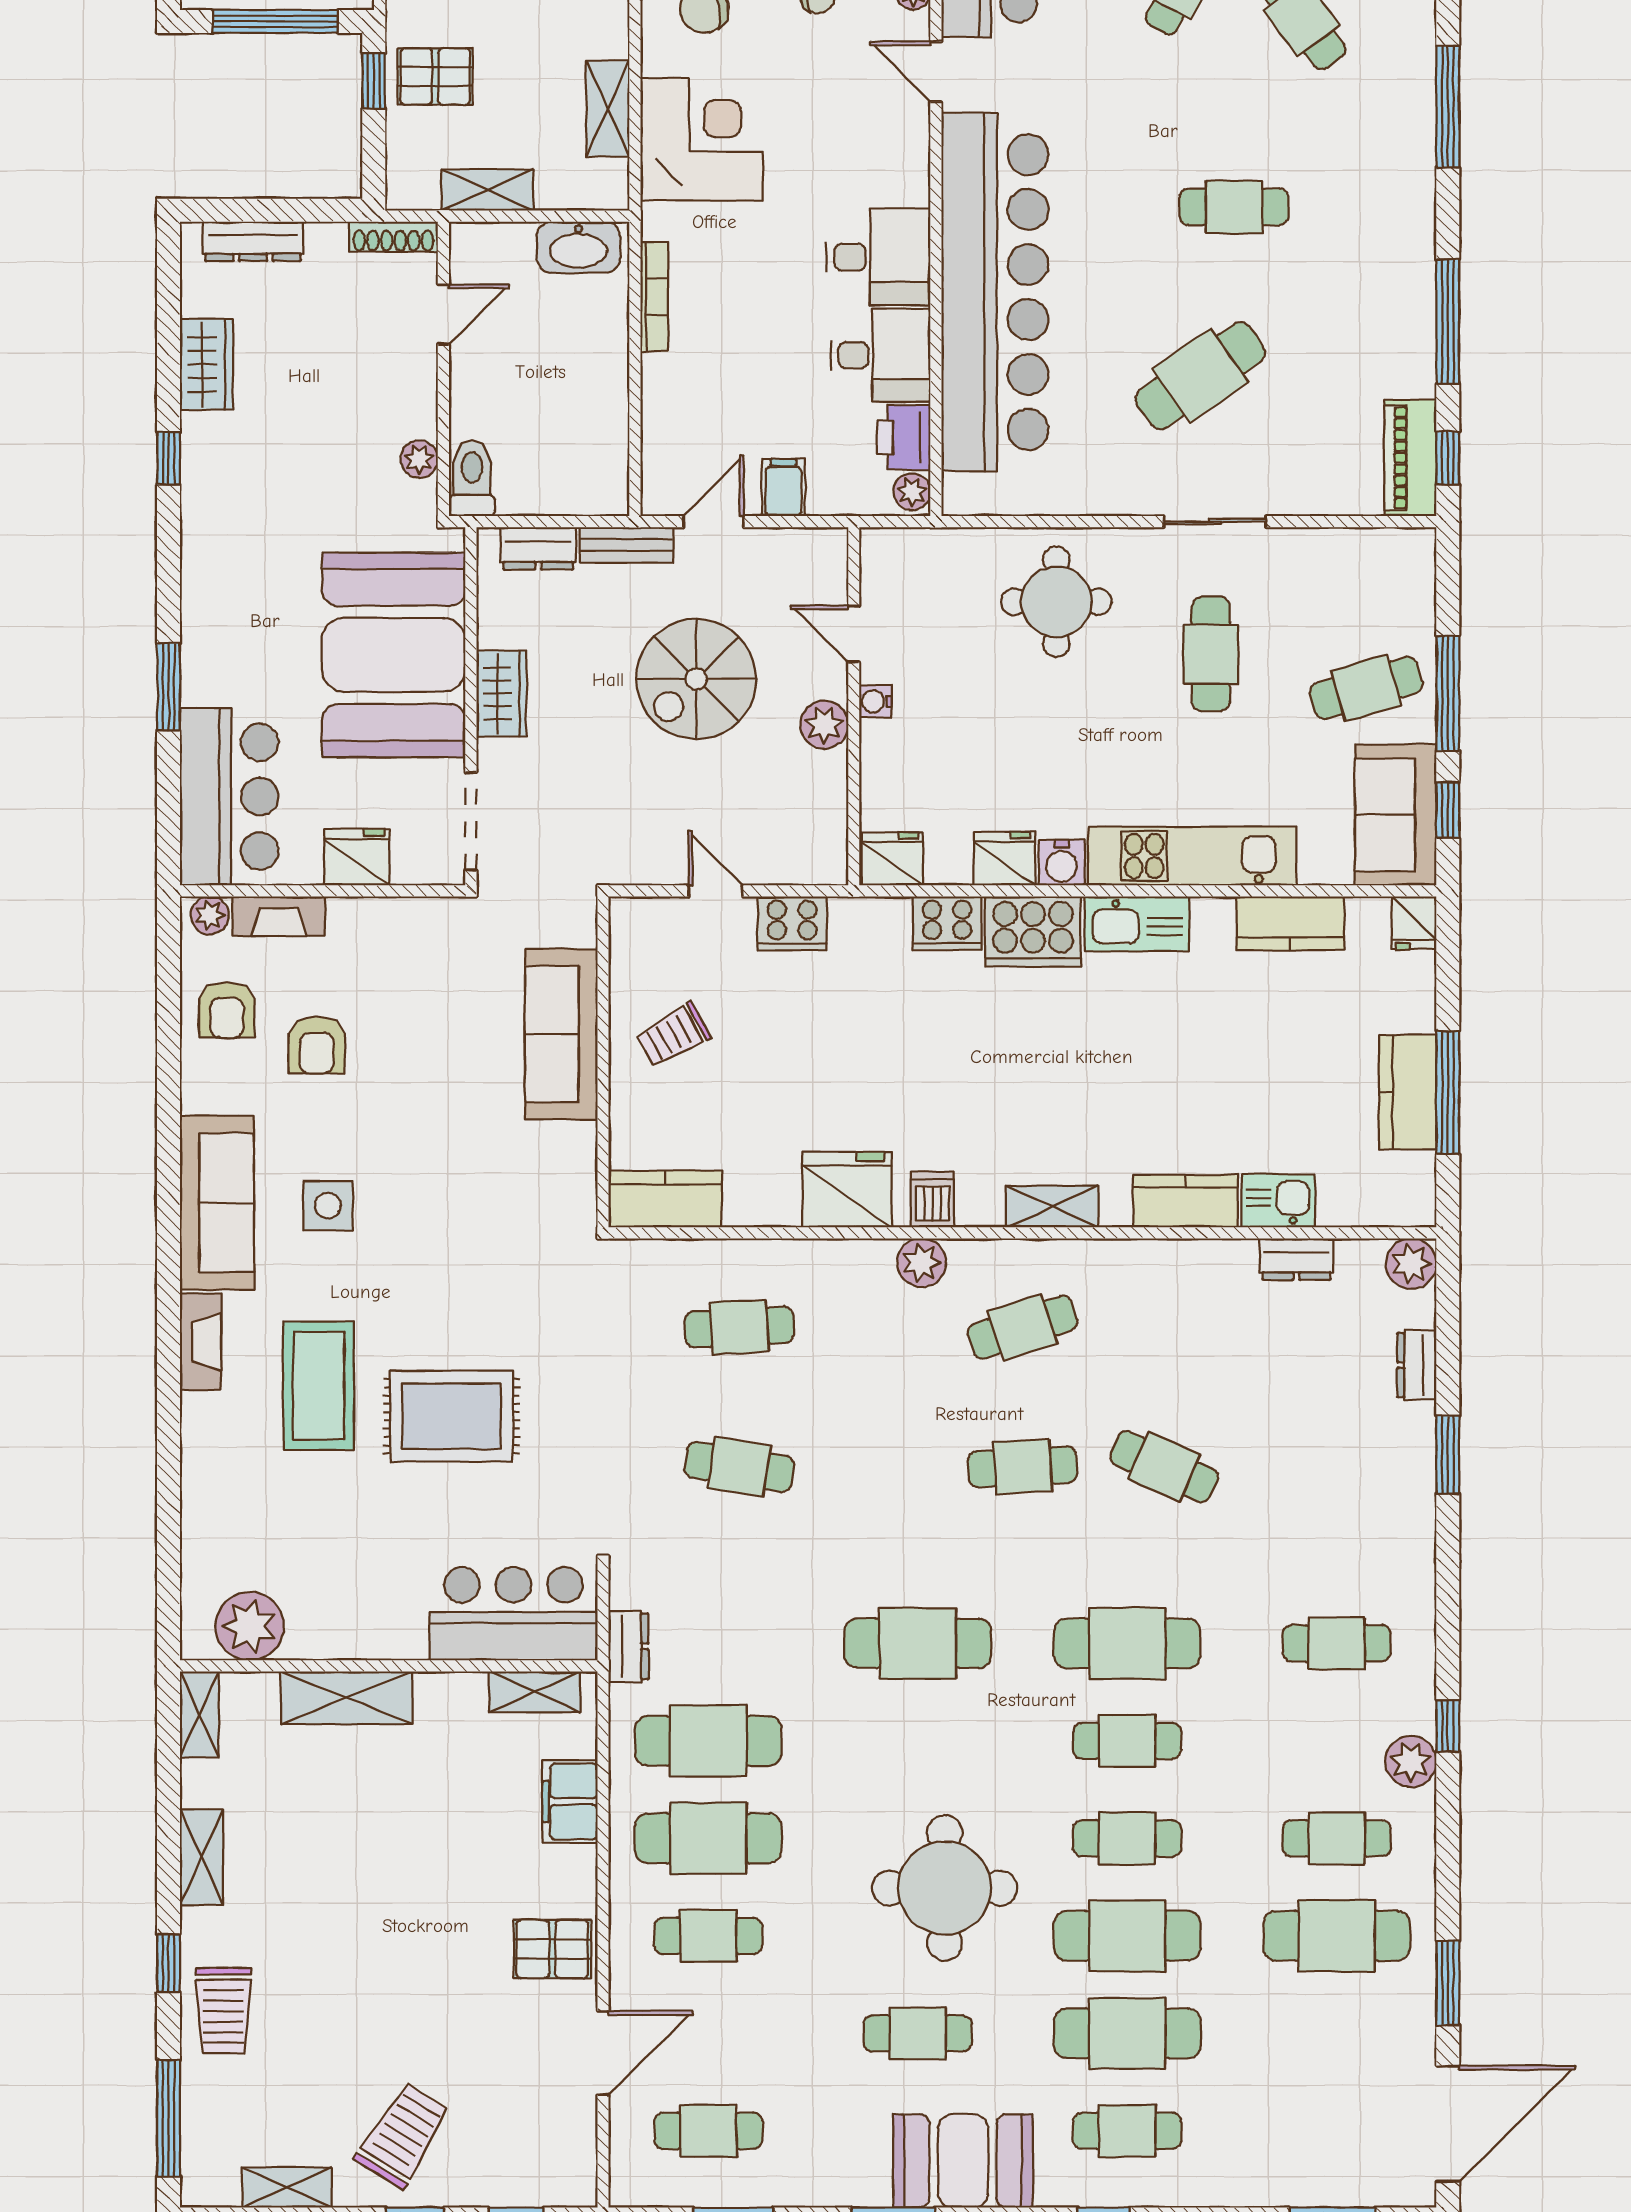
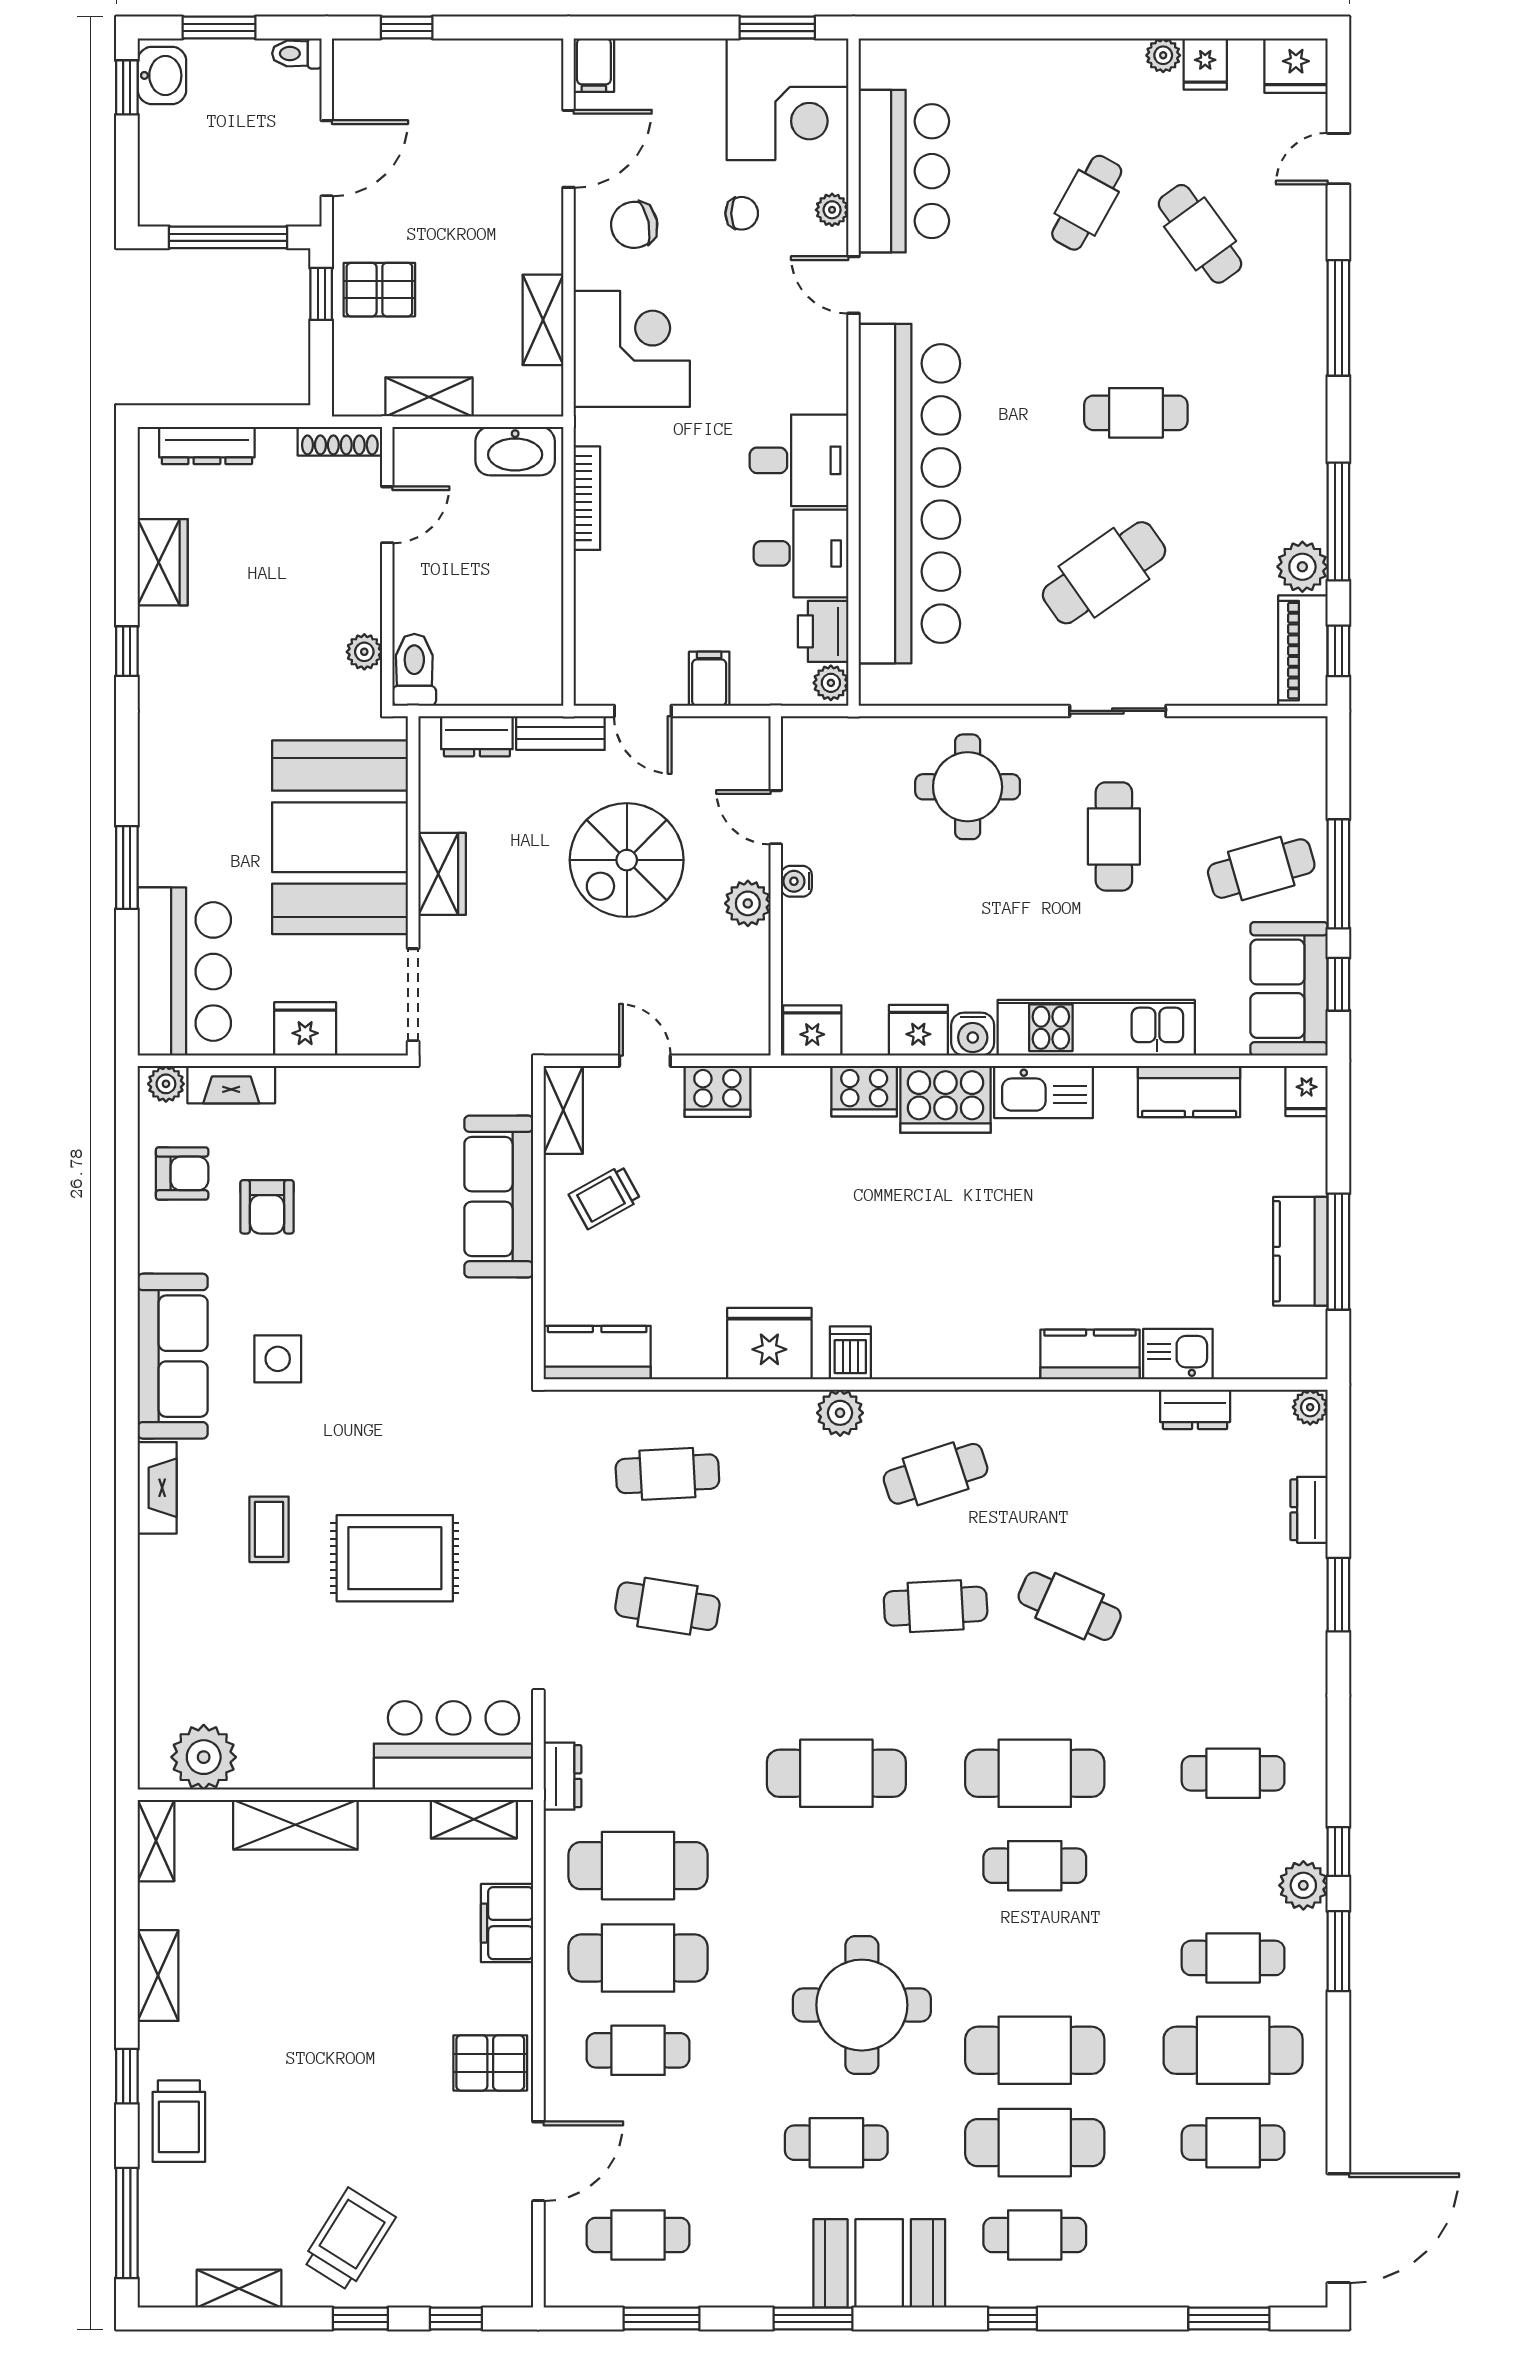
plant: (1410, 369) -> (1302, 567), added
door: (713, 522) -> (643, 711), swing flipped
armchair: (227, 1010) -> (182, 1173), turned -90
shelving: (1052, 1207) -> (563, 1110), moved, turned 90
plant: (1411, 1264) -> (1310, 1407), width x0.73, depth x0.73
coffee table: (319, 1386) -> (269, 1529), width x0.54, depth x0.58
cafe table: (1127, 1838) -> (1233, 2143), moved
window: (1448, 1983) -> (1338, 1951), moved

